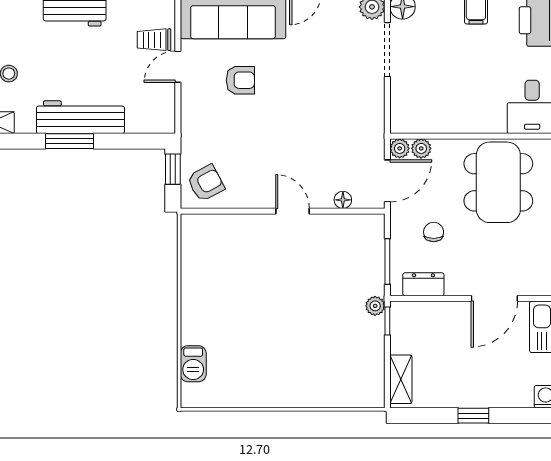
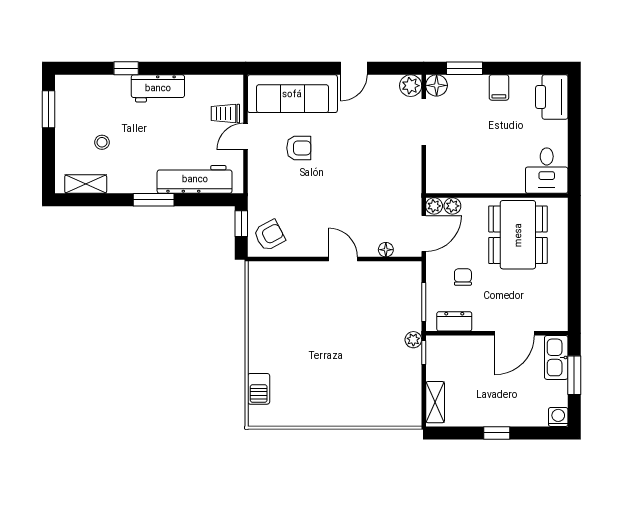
workbench: (80, 117) -> (195, 179), moved

